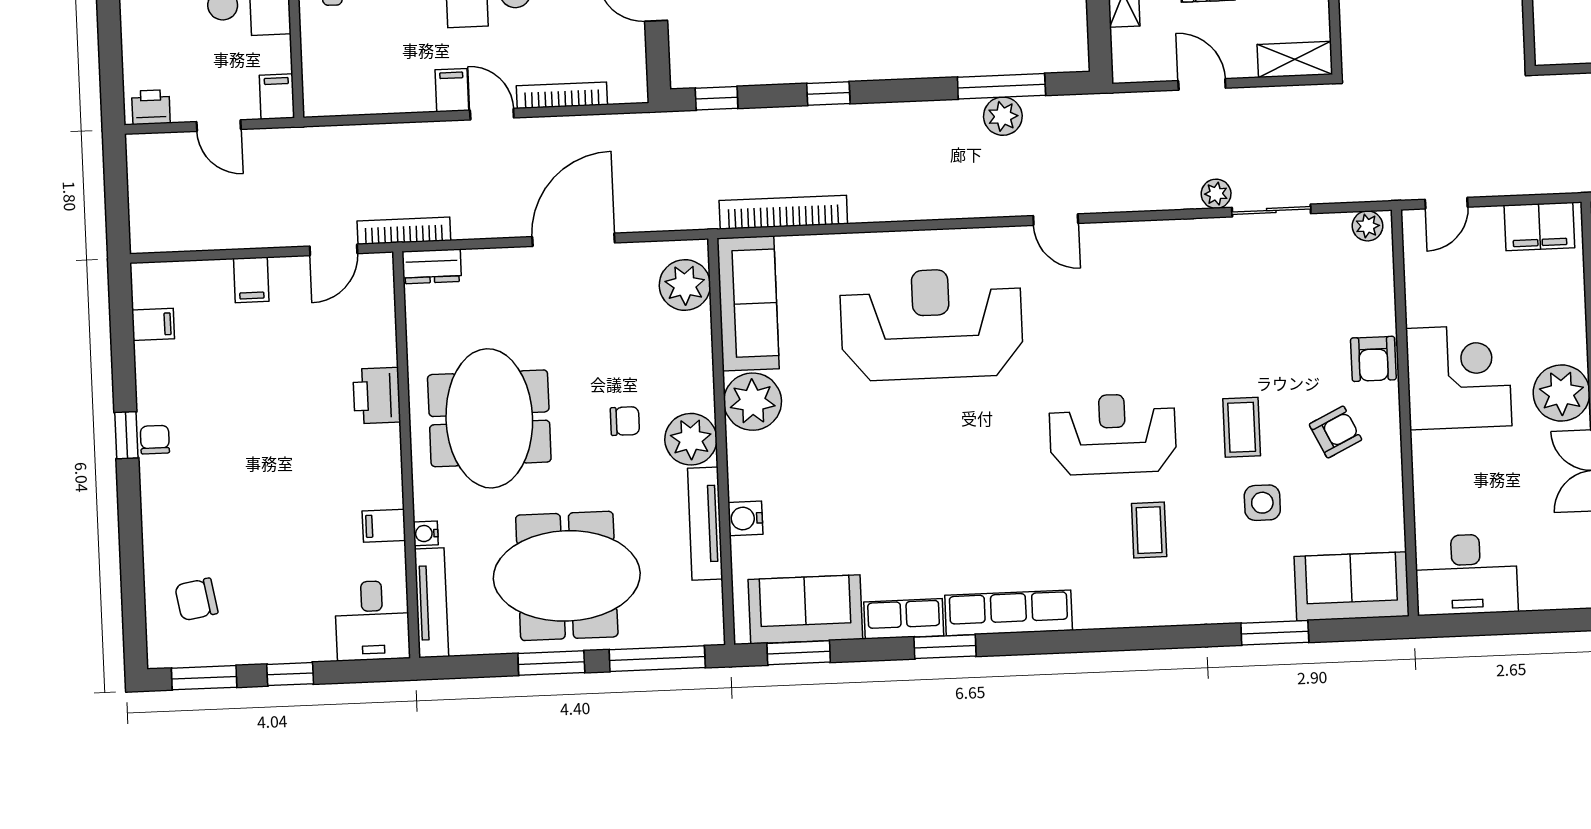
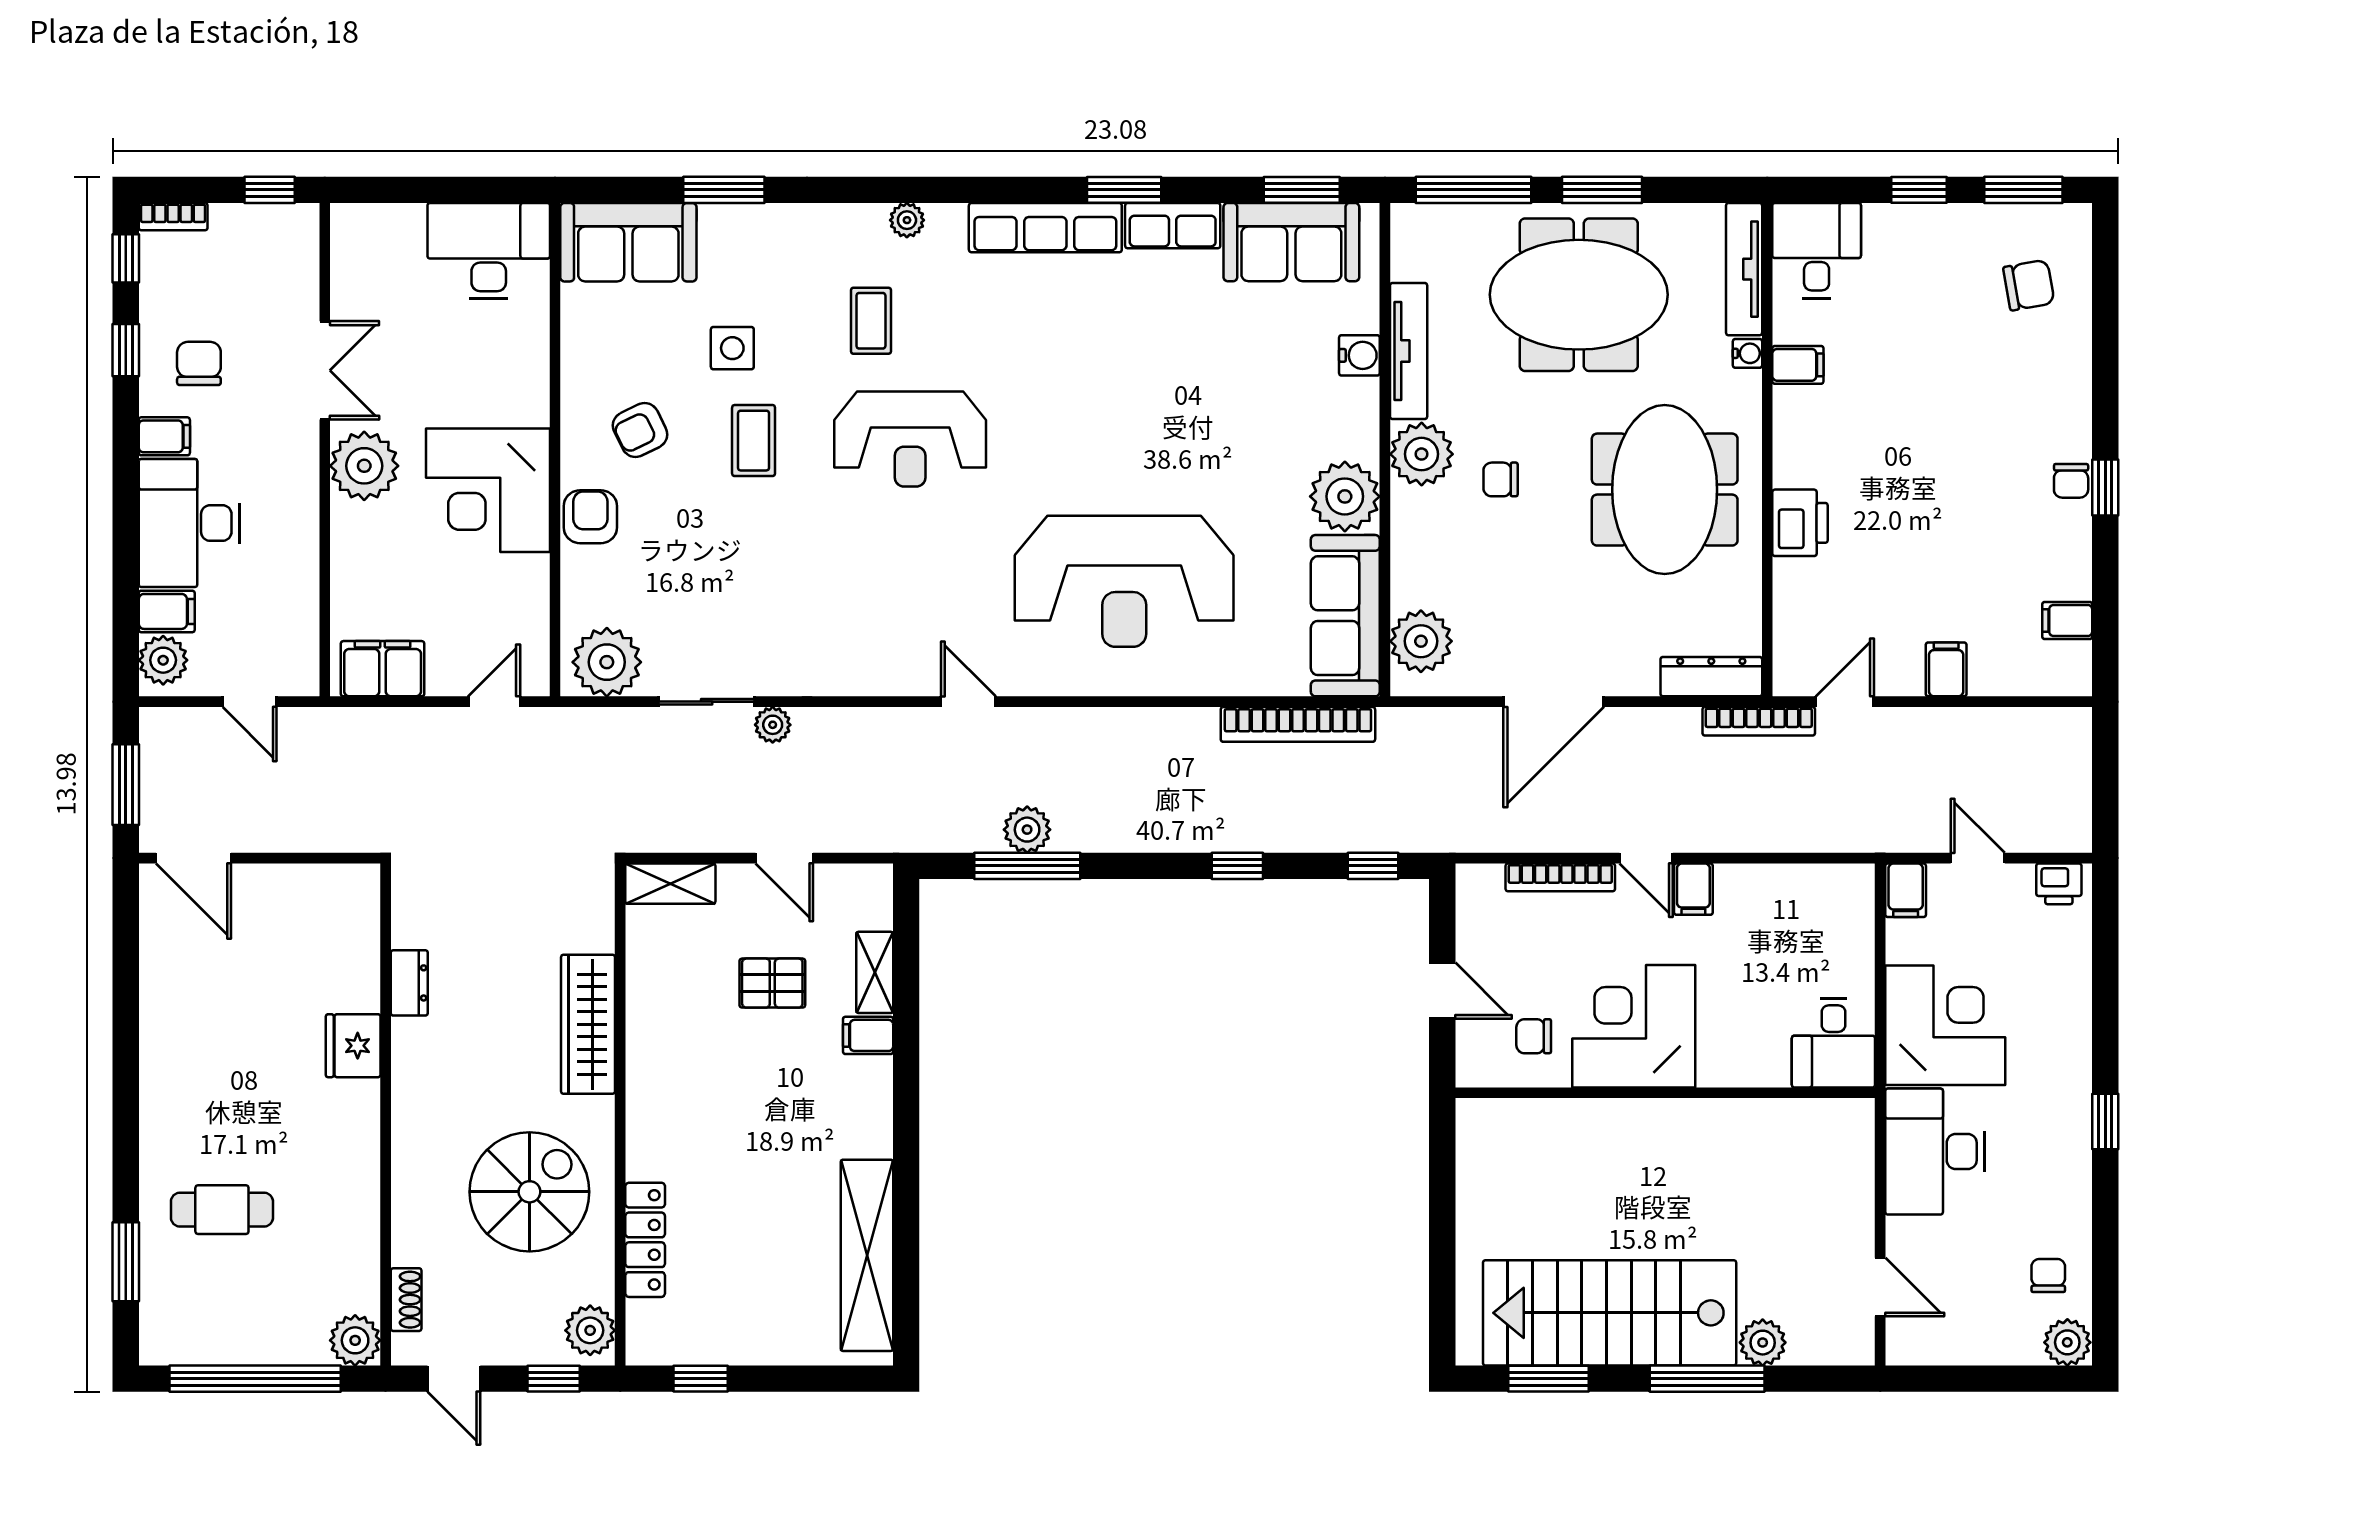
plant: (1367, 226) -> (607, 662), width x1.88, depth x1.88
dresser: (432, 266) -> (1711, 677), width x1.44
plant: (1123, 614) -> (907, 220), added

